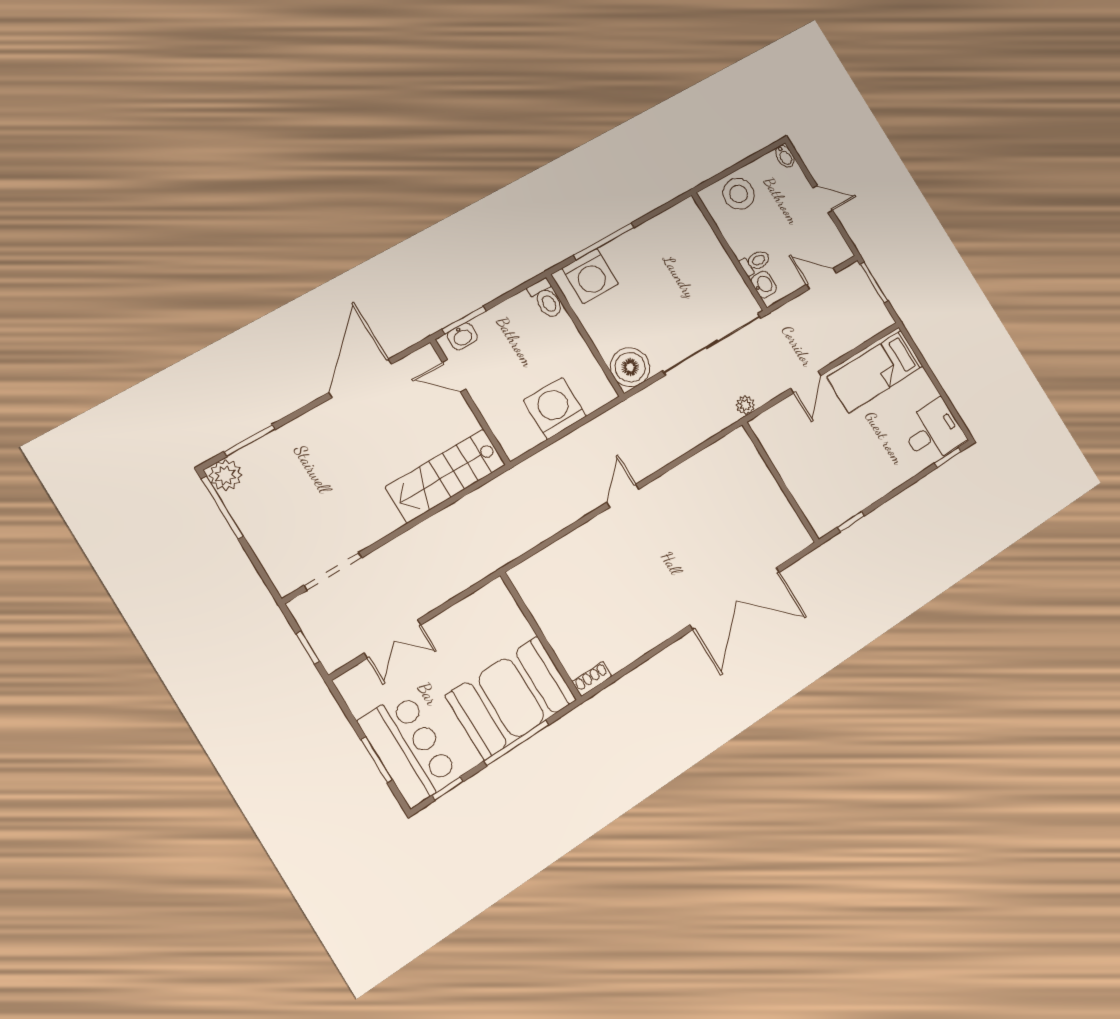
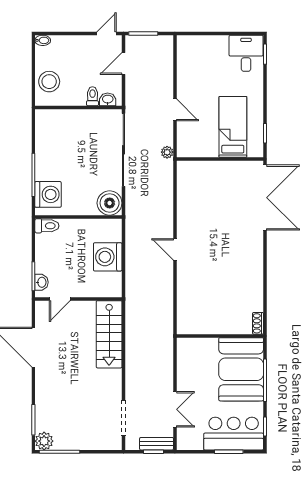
door: (823, 199) -> (107, 34), moved
bed: (875, 372) -> (233, 127), moved, turned 180
double door: (735, 598) -> (265, 198), moved
bench: (323, 644) -> (157, 444), added

